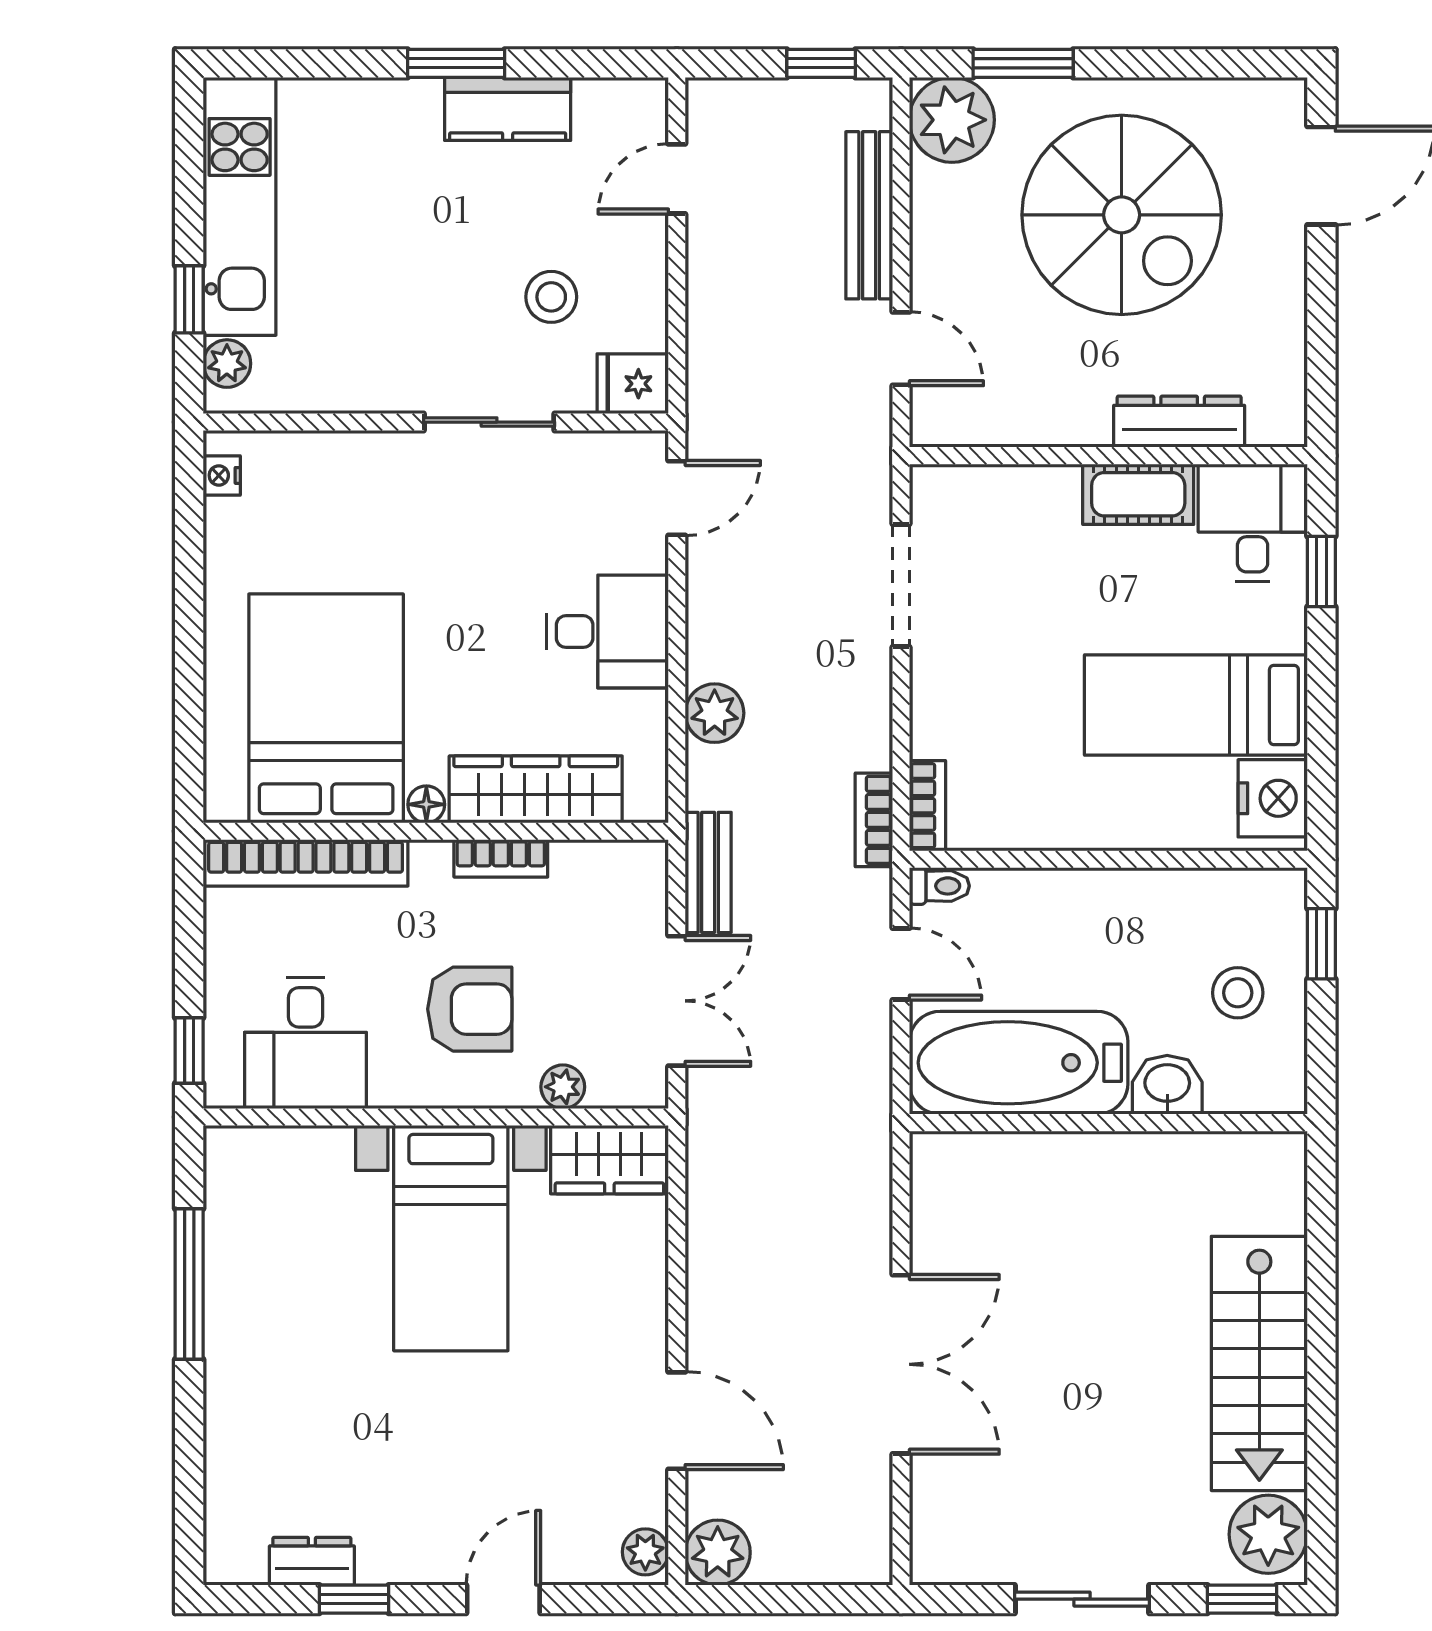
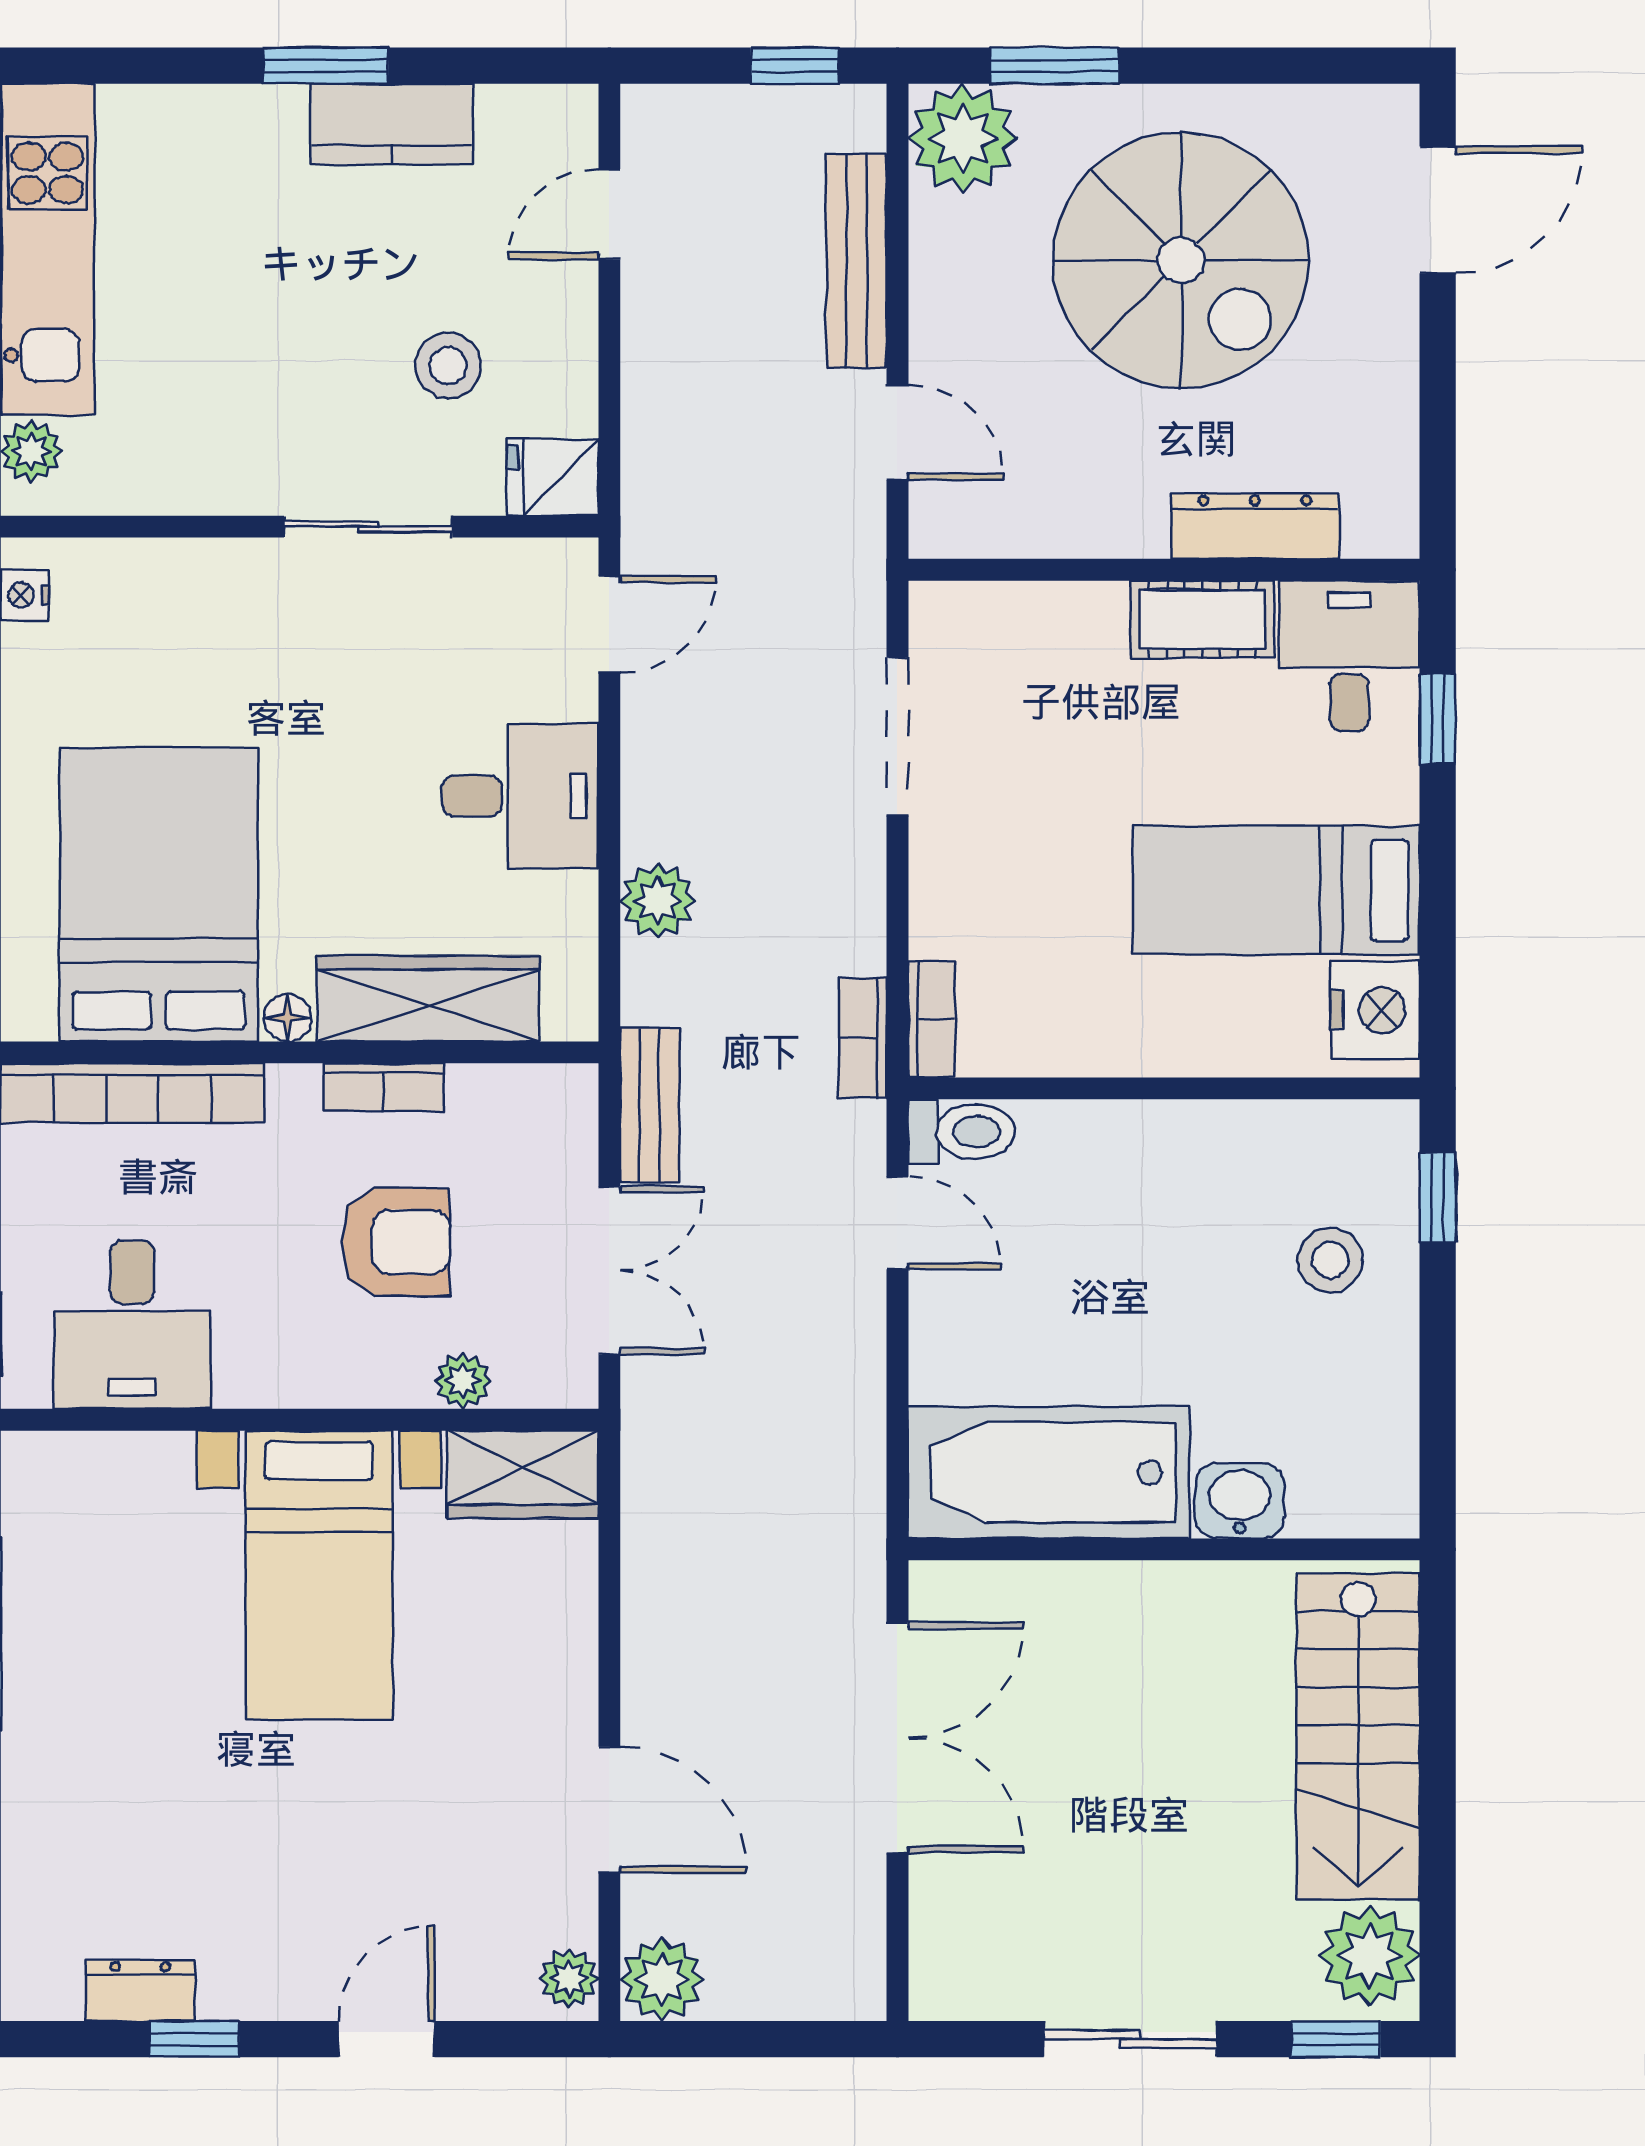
toilet: (939, 886) -> (962, 1132), width x1.37, depth x1.39
armchair: (470, 1009) -> (396, 1242), moved
bathtub: (1019, 1063) -> (1049, 1472), moved
washbasin: (1167, 1085) -> (1240, 1501), moved
wall: (1108, 1123) -> (1164, 1549), moved

